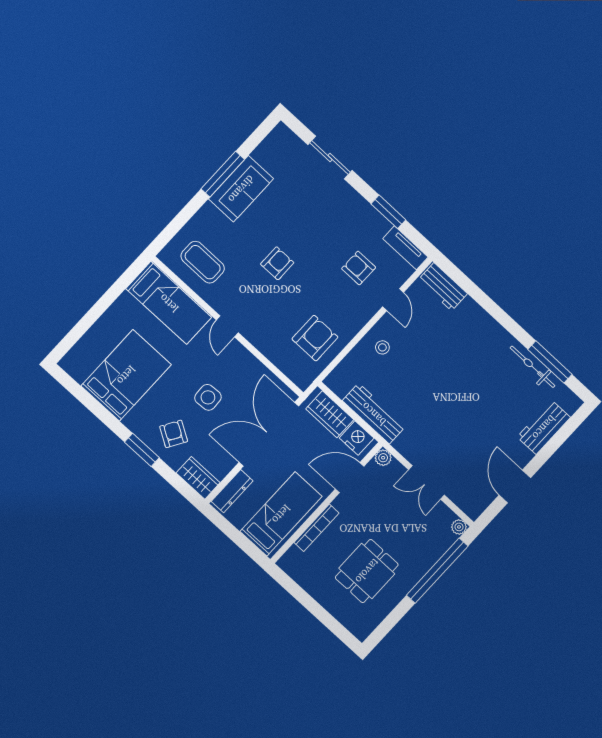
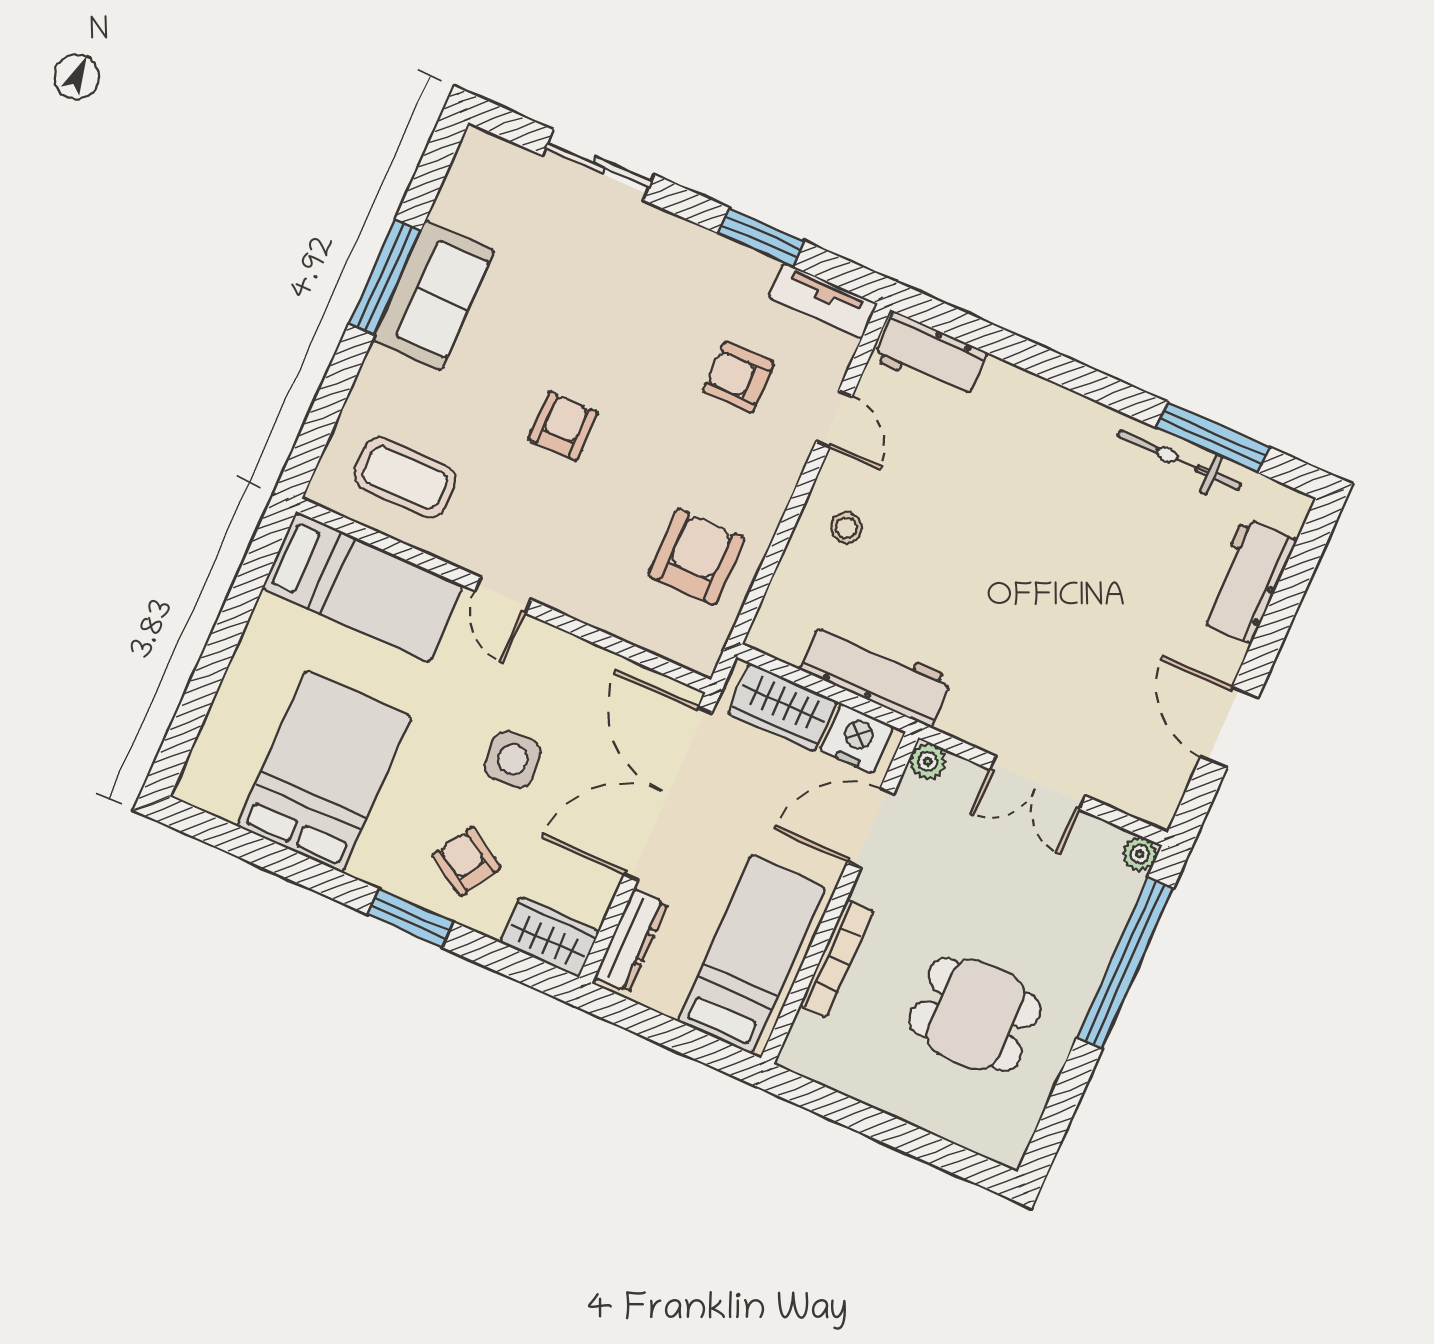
dining table: (367, 571) -> (975, 1015), turned 90

